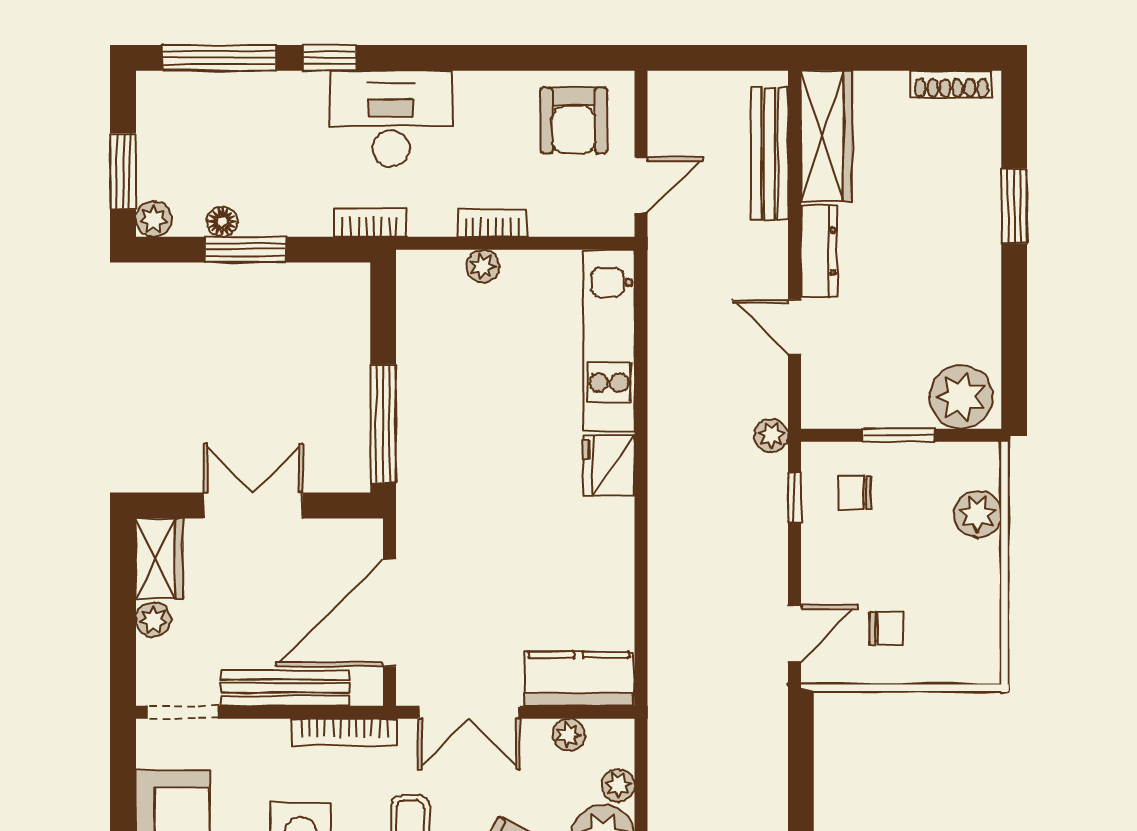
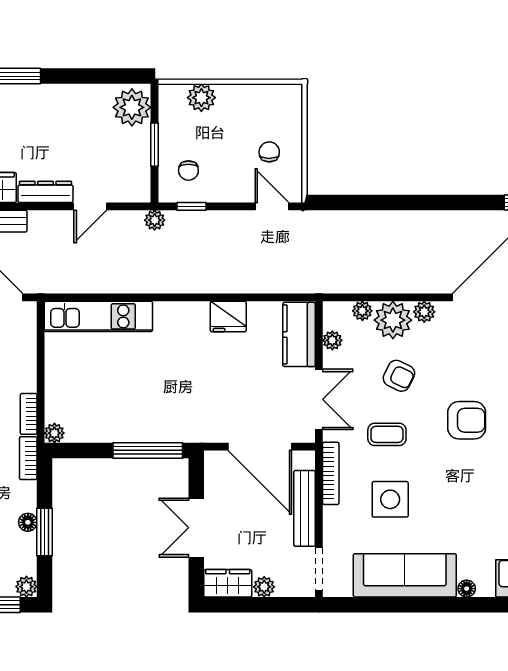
floor lamp: (222, 222) -> (28, 522), moved
bookcase: (492, 223) -> (29, 414), moved
plant: (483, 266) -> (54, 433), moved
fridge: (609, 465) -> (228, 317), moved

